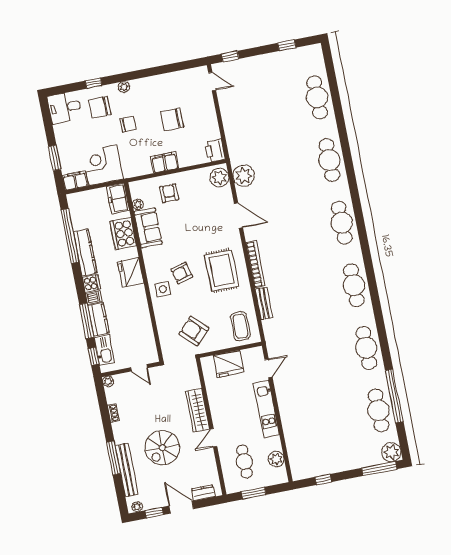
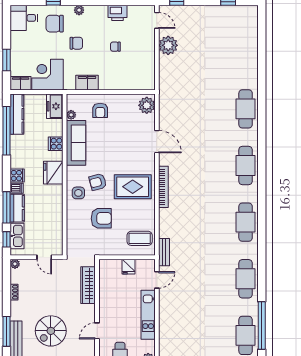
cafe table: (317, 97) -> (246, 52), removed
chair: (172, 119) -> (115, 47), width x0.54, depth x0.54
printer: (215, 150) -> (118, 13), moved, turned -90
filing cabinet: (165, 162) -> (87, 83), moved
plant: (244, 176) -> (168, 45), moved
armchair: (169, 193) -> (100, 110), turned 180
sofa: (148, 228) -> (76, 143), width x1.36
cooker: (123, 234) -> (56, 144), width x0.53, depth x0.76
kitchen counter: (85, 253) -> (17, 114), moved
rug: (222, 271) -> (133, 187), turned 90
bench: (264, 303) -> (164, 252), moved
coffee table: (240, 326) -> (140, 238), turned 90
armchair: (194, 331) -> (101, 218), moved, turned 136
fridge: (229, 364) -> (129, 267), width x0.53, depth x0.75
wardrobe: (198, 410) -> (88, 285), moved

